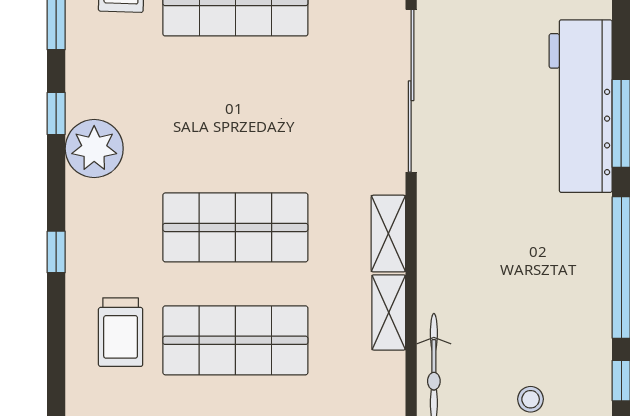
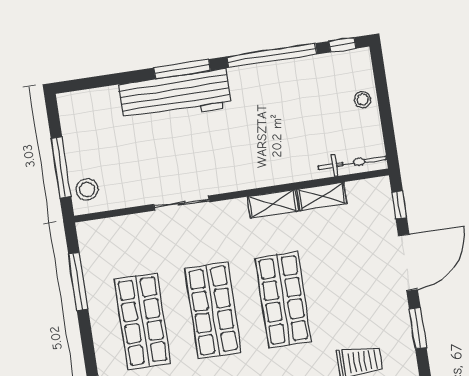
sliding door: (411, 91) -> (181, 203), width x0.54
shop shelf: (235, 340) -> (213, 310), moved

